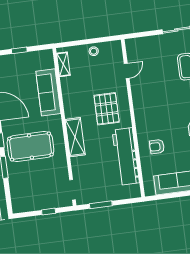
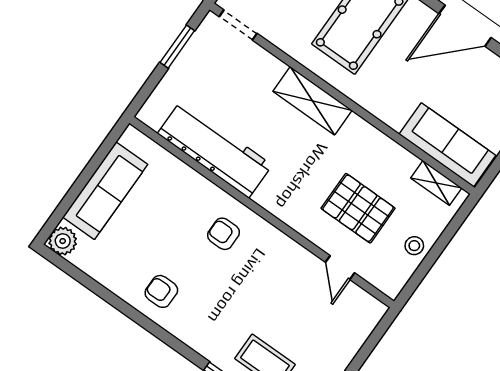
sofa: (48, 92) -> (447, 145), moved
pallet: (107, 109) -> (358, 208), moved
armchair: (157, 147) -> (224, 234), moved, turned -90

